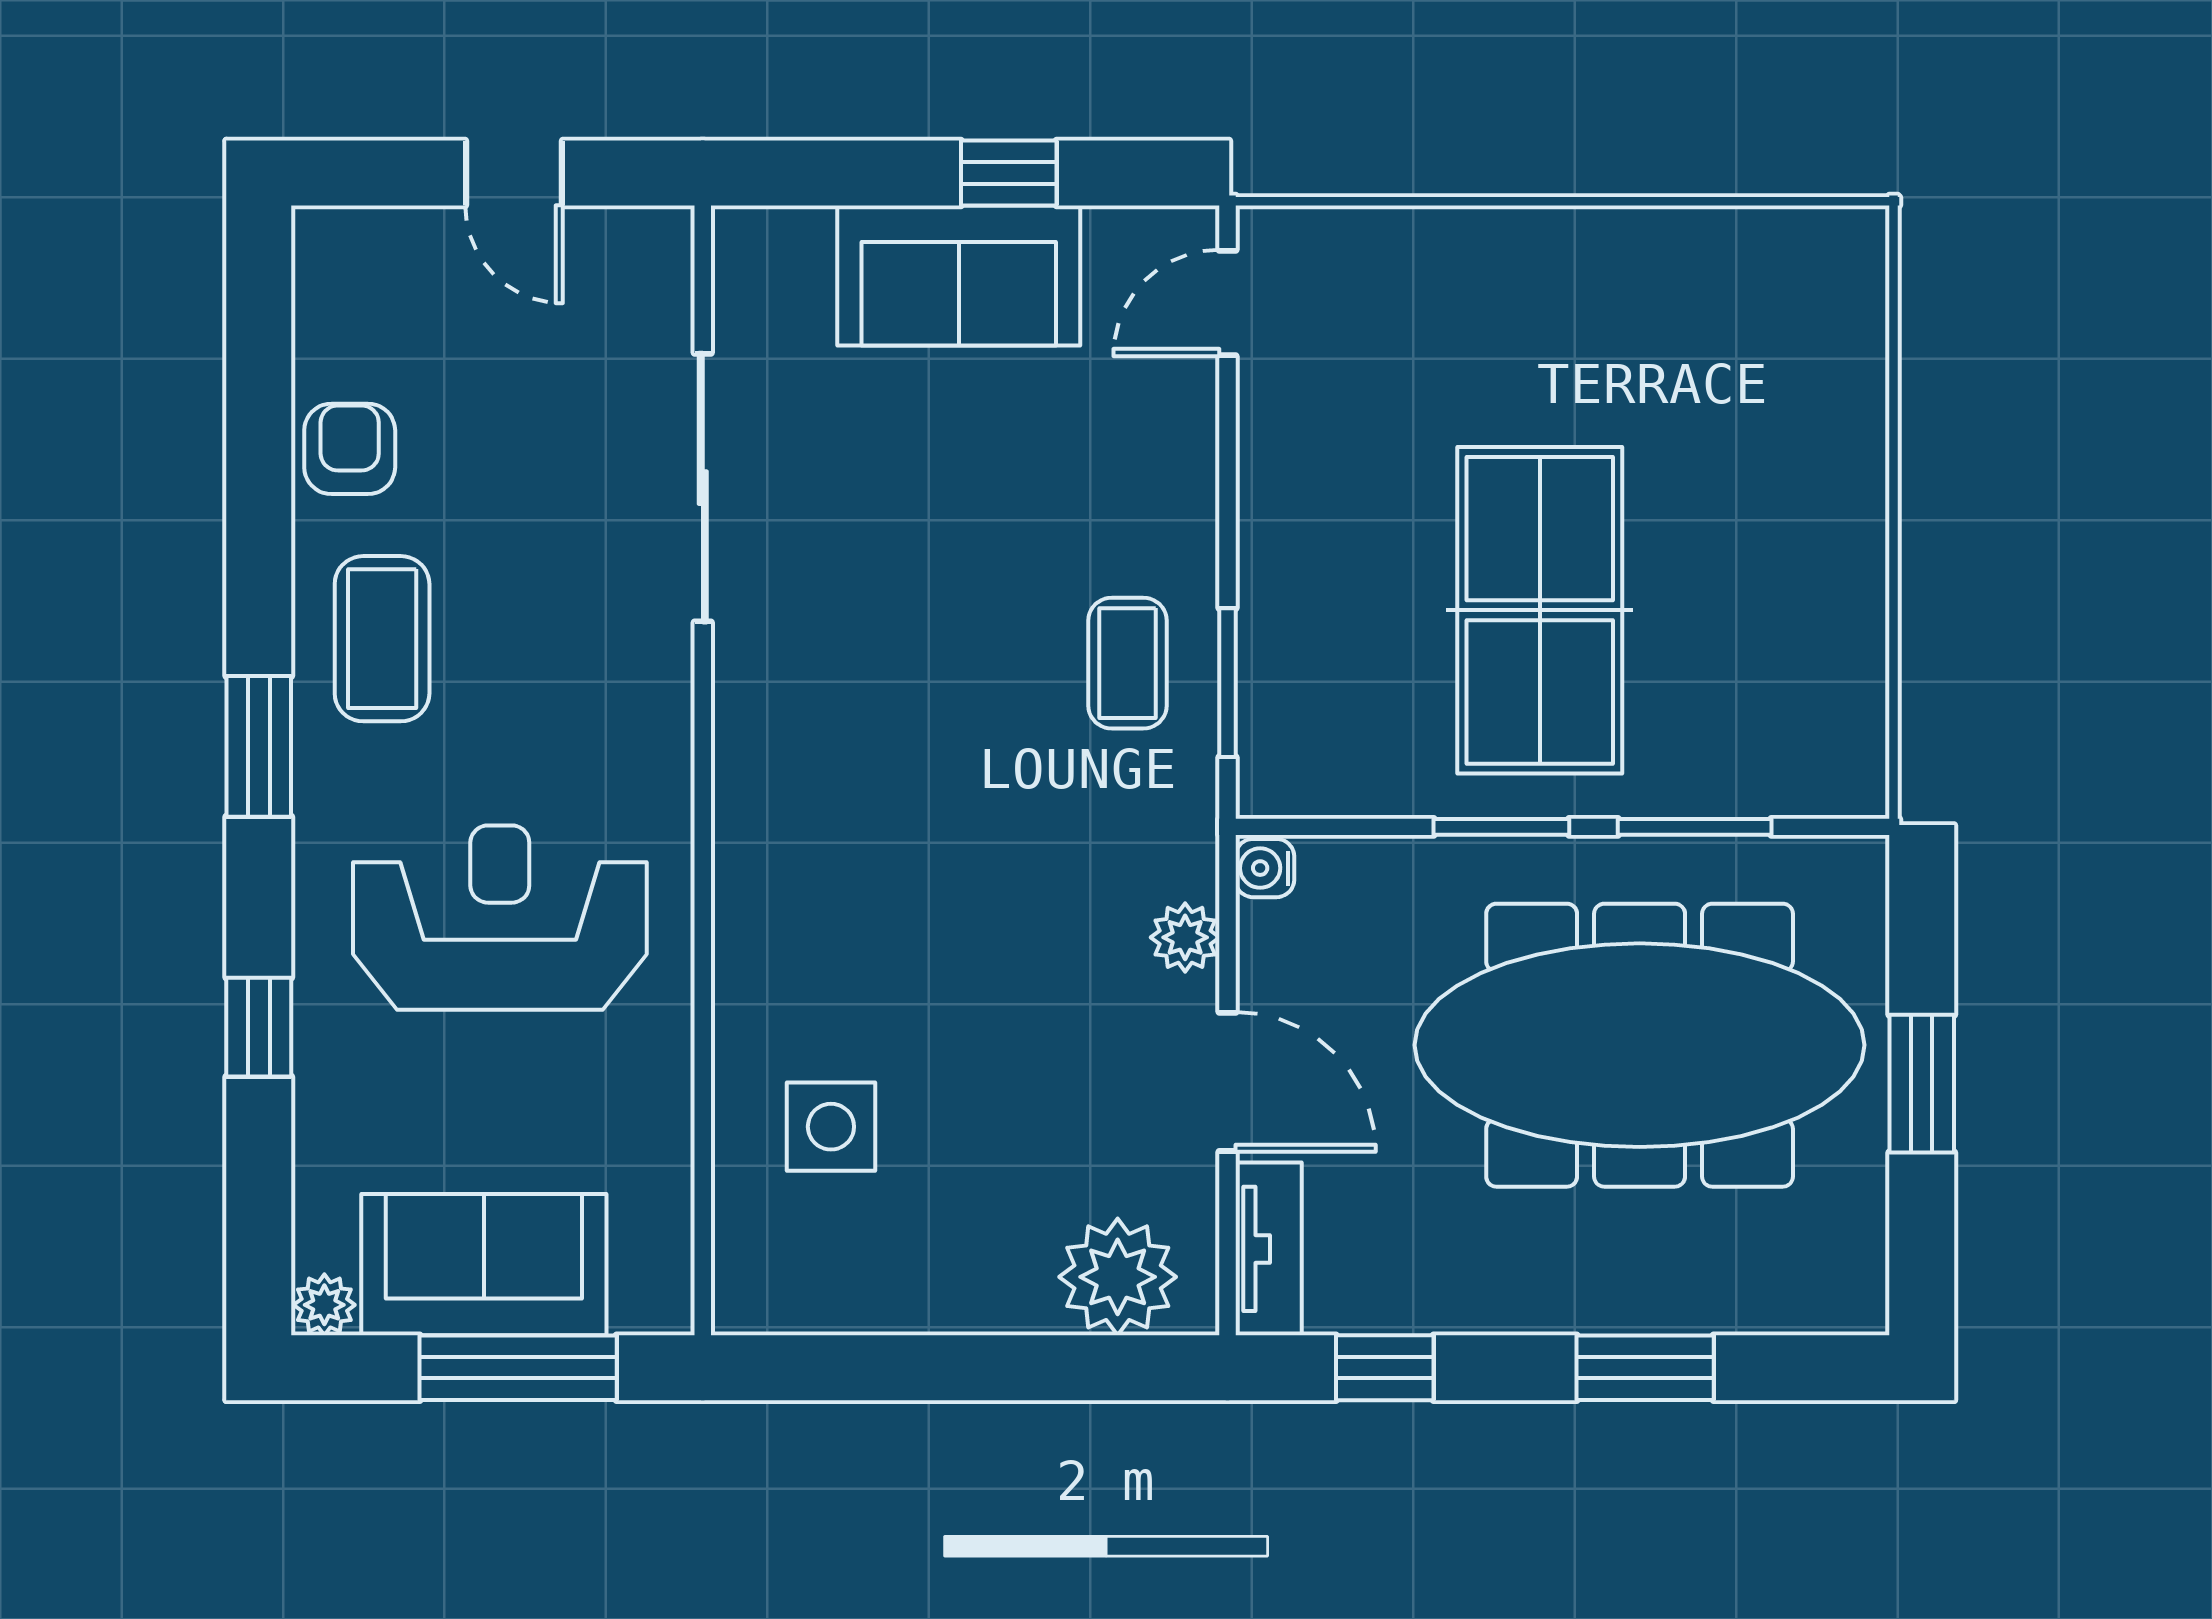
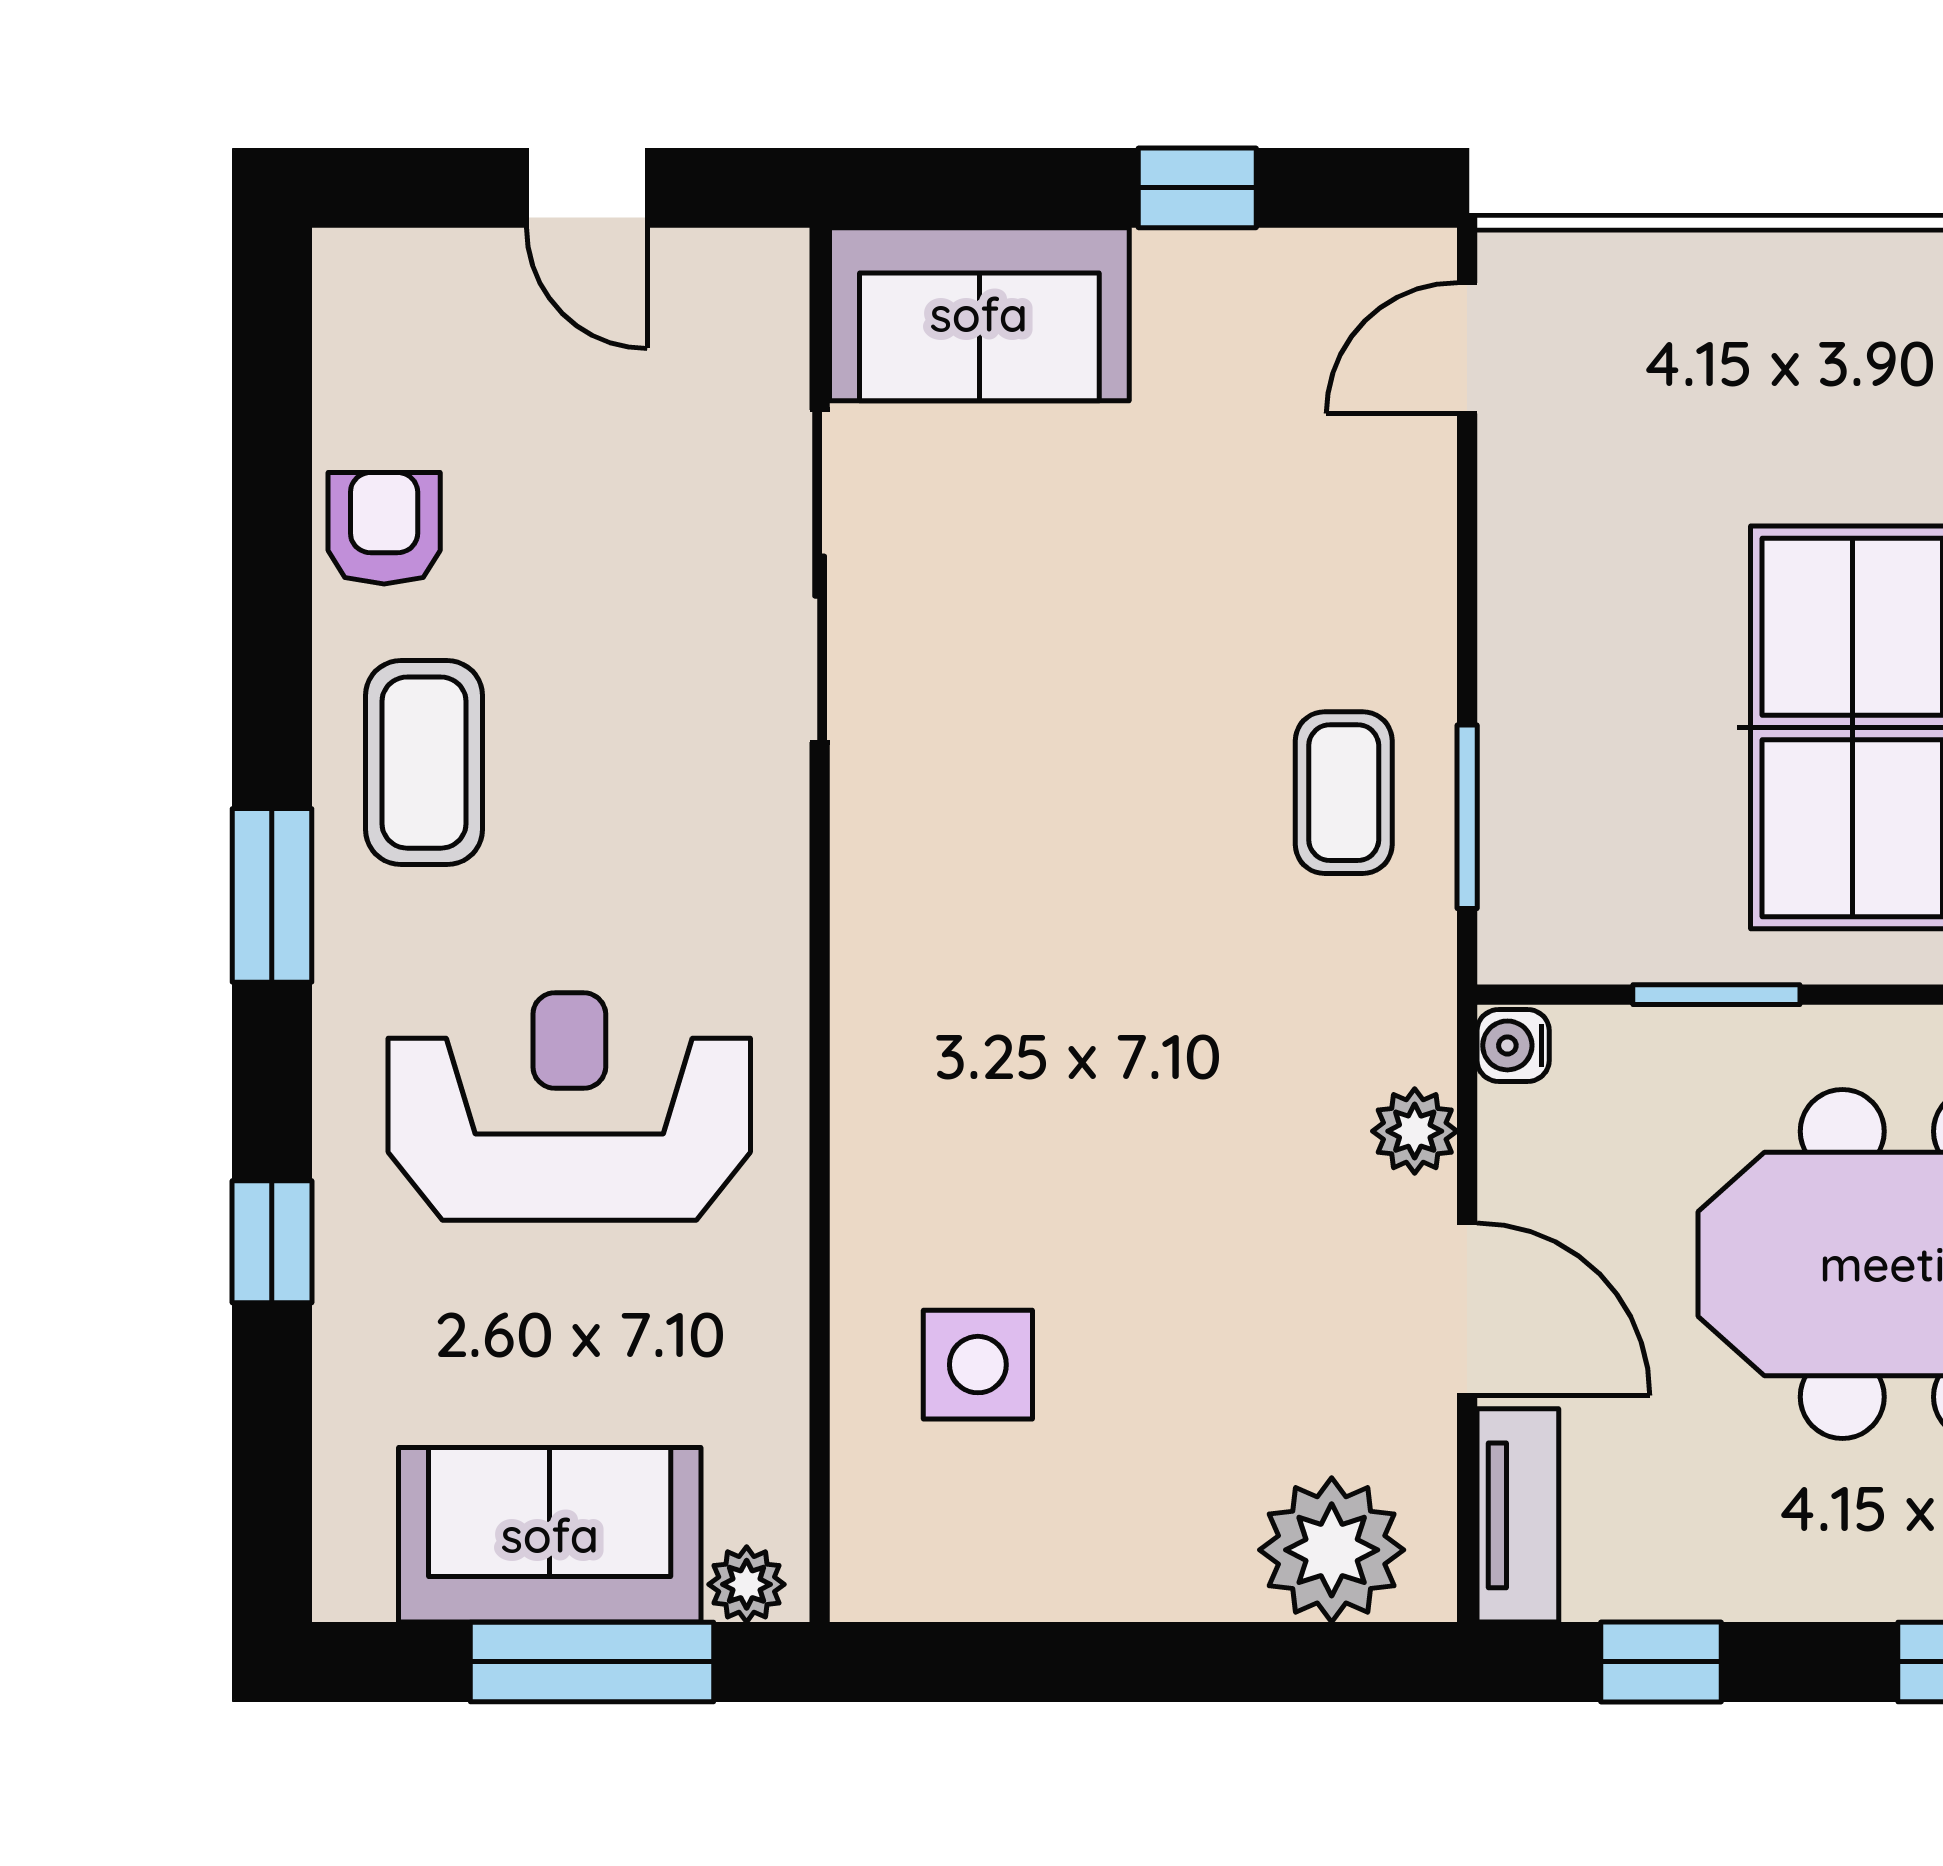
sofa: (959, 275) -> (979, 314), moved
window: (1501, 827) -> (1716, 995), moved
plant: (324, 1305) -> (747, 1584), moved

